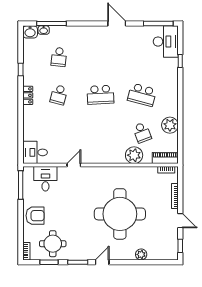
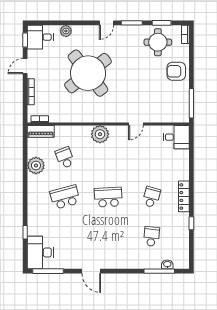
washbasin: (30, 32) -> (181, 262), removed
locker: (28, 95) -> (184, 196), width x1.53
school desk: (142, 95) -> (65, 197), turned -30
plant: (134, 155) -> (100, 134), moved
desk: (45, 179) -> (40, 37), moved, turned 90
round table: (120, 214) -> (88, 73), turned -38
door: (180, 221) -> (25, 66), hinge flipped

